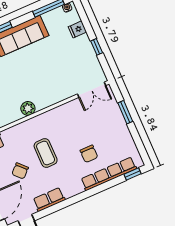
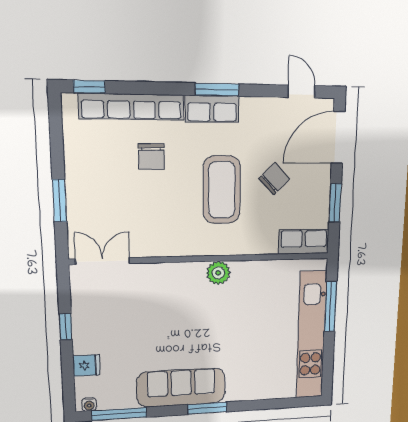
coffee table: (46, 153) -> (222, 190), width x1.36, depth x1.32
chair: (89, 154) -> (151, 157), turned 180
row of seats: (49, 200) -> (212, 109), moved
window: (70, 201) -> (217, 90), added

